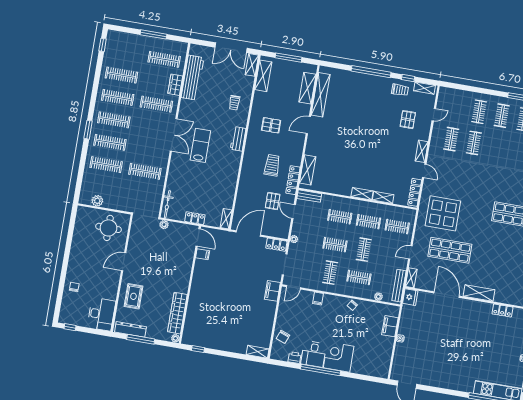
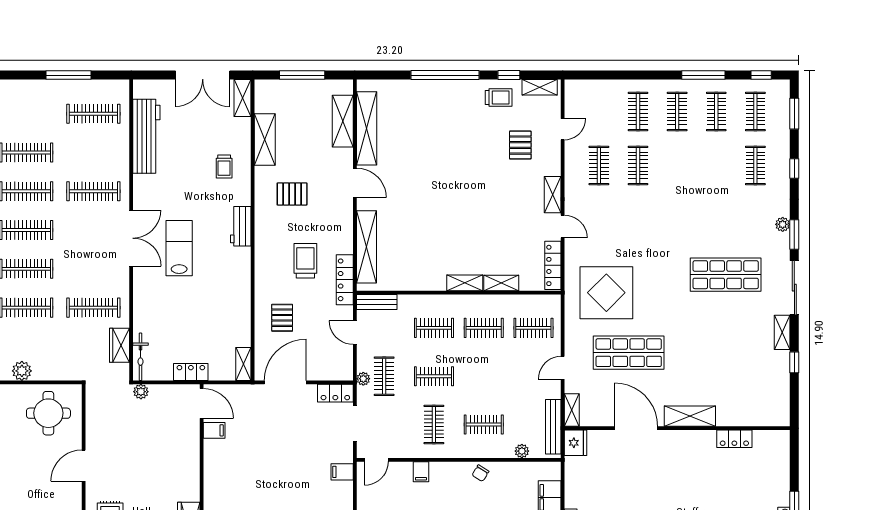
shelving: (263, 76) -> (265, 139), moved
wardrobe: (175, 85) -> (119, 345), moved
door: (308, 125) -> (355, 183), swing flipped
shelving: (308, 170) -> (366, 247), width x1.47
pallet: (273, 201) -> (282, 318), moved
clothes rail: (364, 250) -> (384, 376), moved
filing cabinet: (272, 291) -> (342, 472), width x0.50

